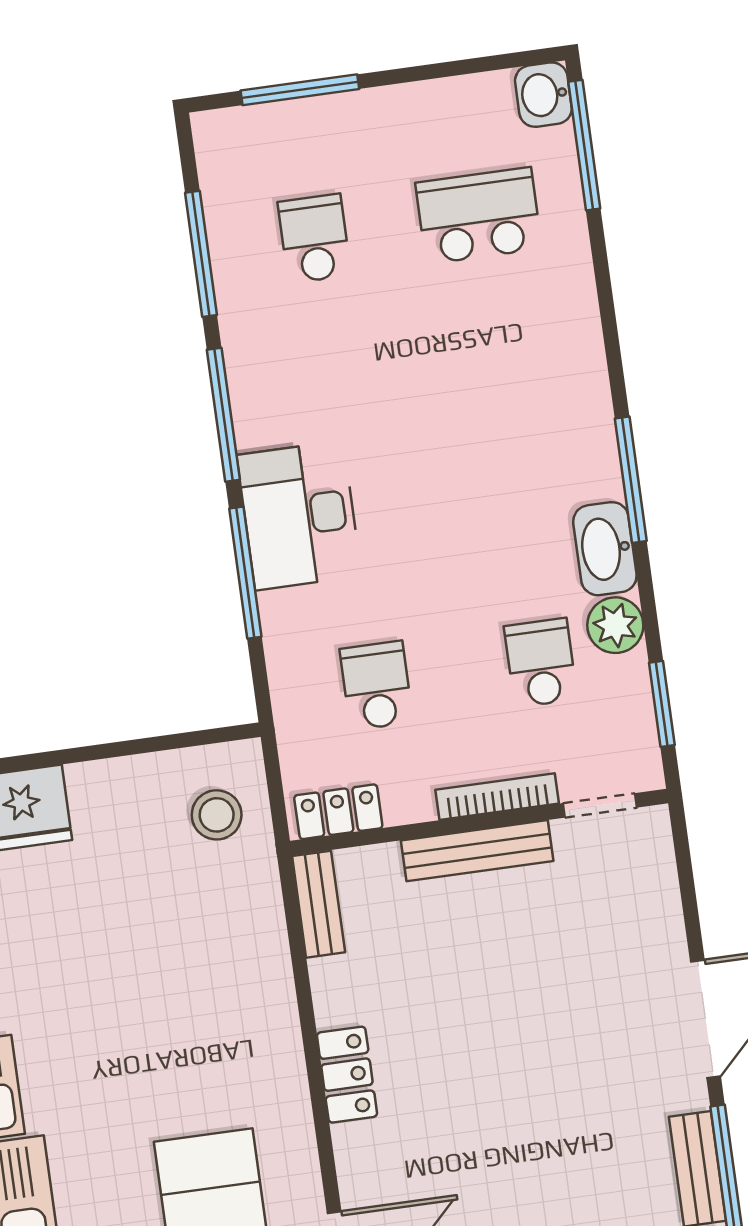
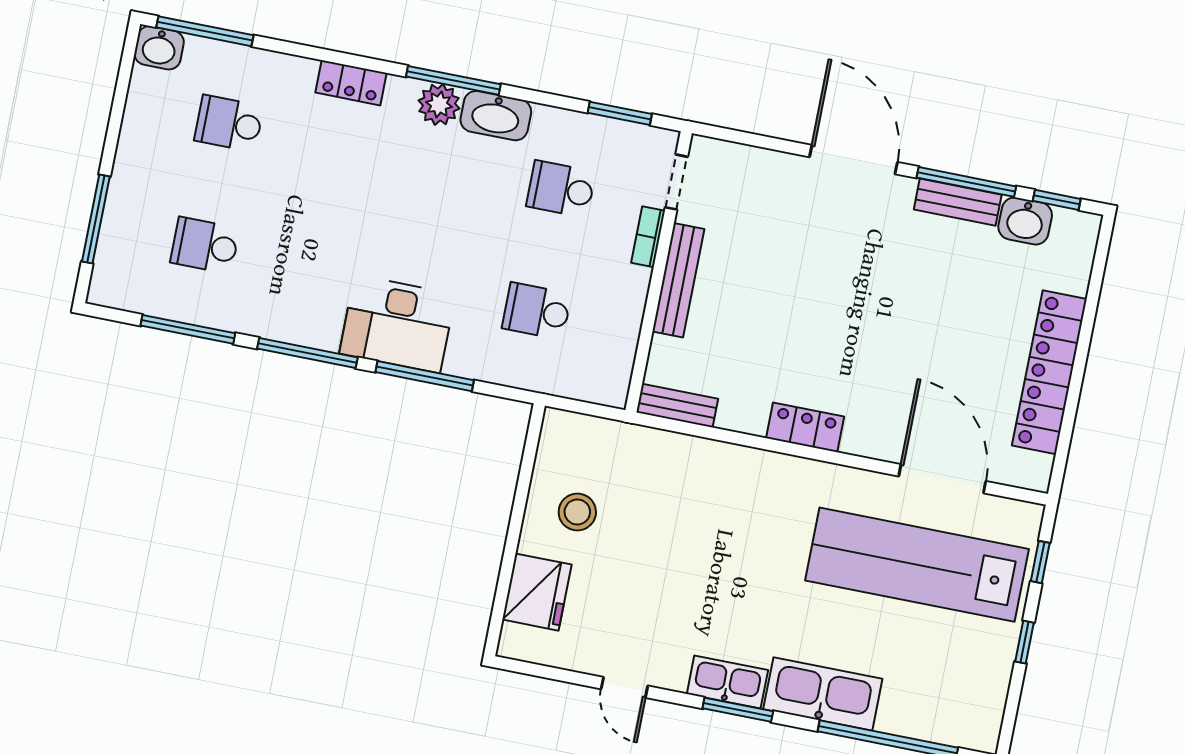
school desk: (479, 216) -> (229, 123), width x0.54
plant: (615, 625) -> (439, 105), moved
bookcase: (497, 797) -> (648, 237), width x0.64
locker: (338, 812) -> (351, 83), moved, turned -90
stool: (217, 815) -> (577, 512), moved

